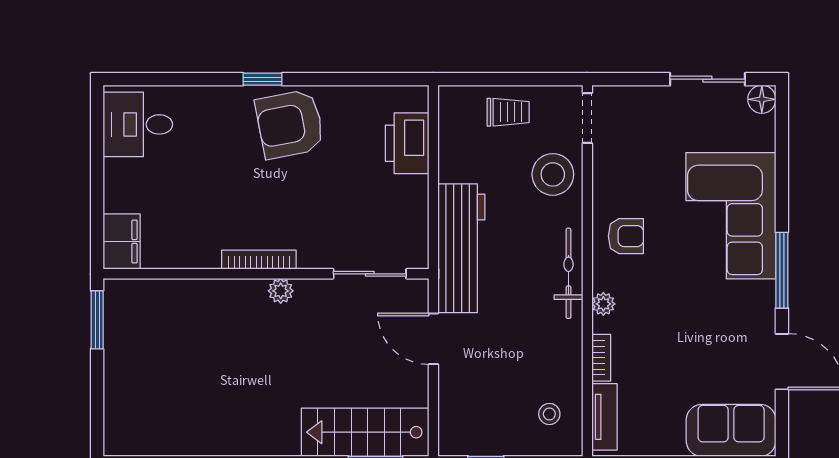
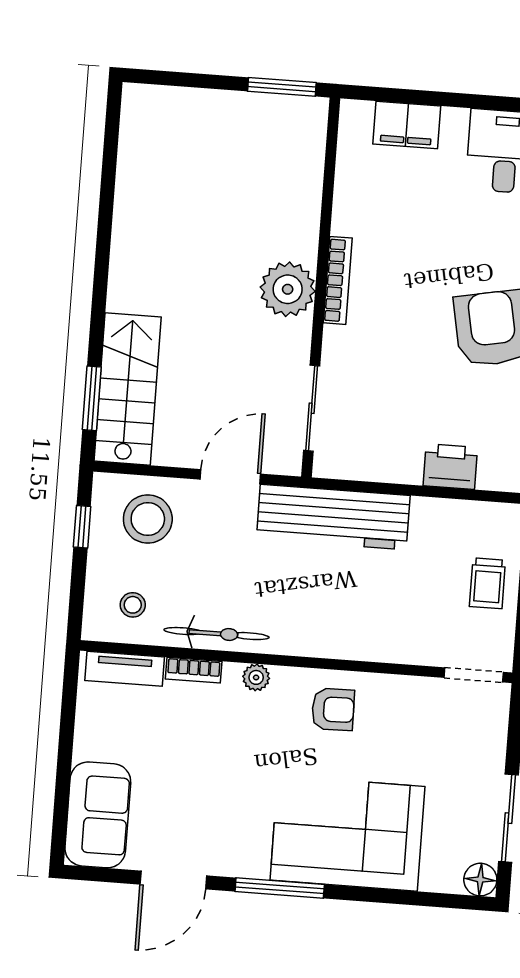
printer: (407, 143) -> (450, 466), width x0.73, depth x0.84
stool: (553, 174) -> (148, 519), moved
armchair: (626, 236) -> (333, 709), turned -91
filing cabinet: (122, 241) -> (407, 125), moved
bicycle: (568, 273) -> (216, 634), moved
plant: (281, 291) -> (288, 289), width x1.88, depth x1.88

